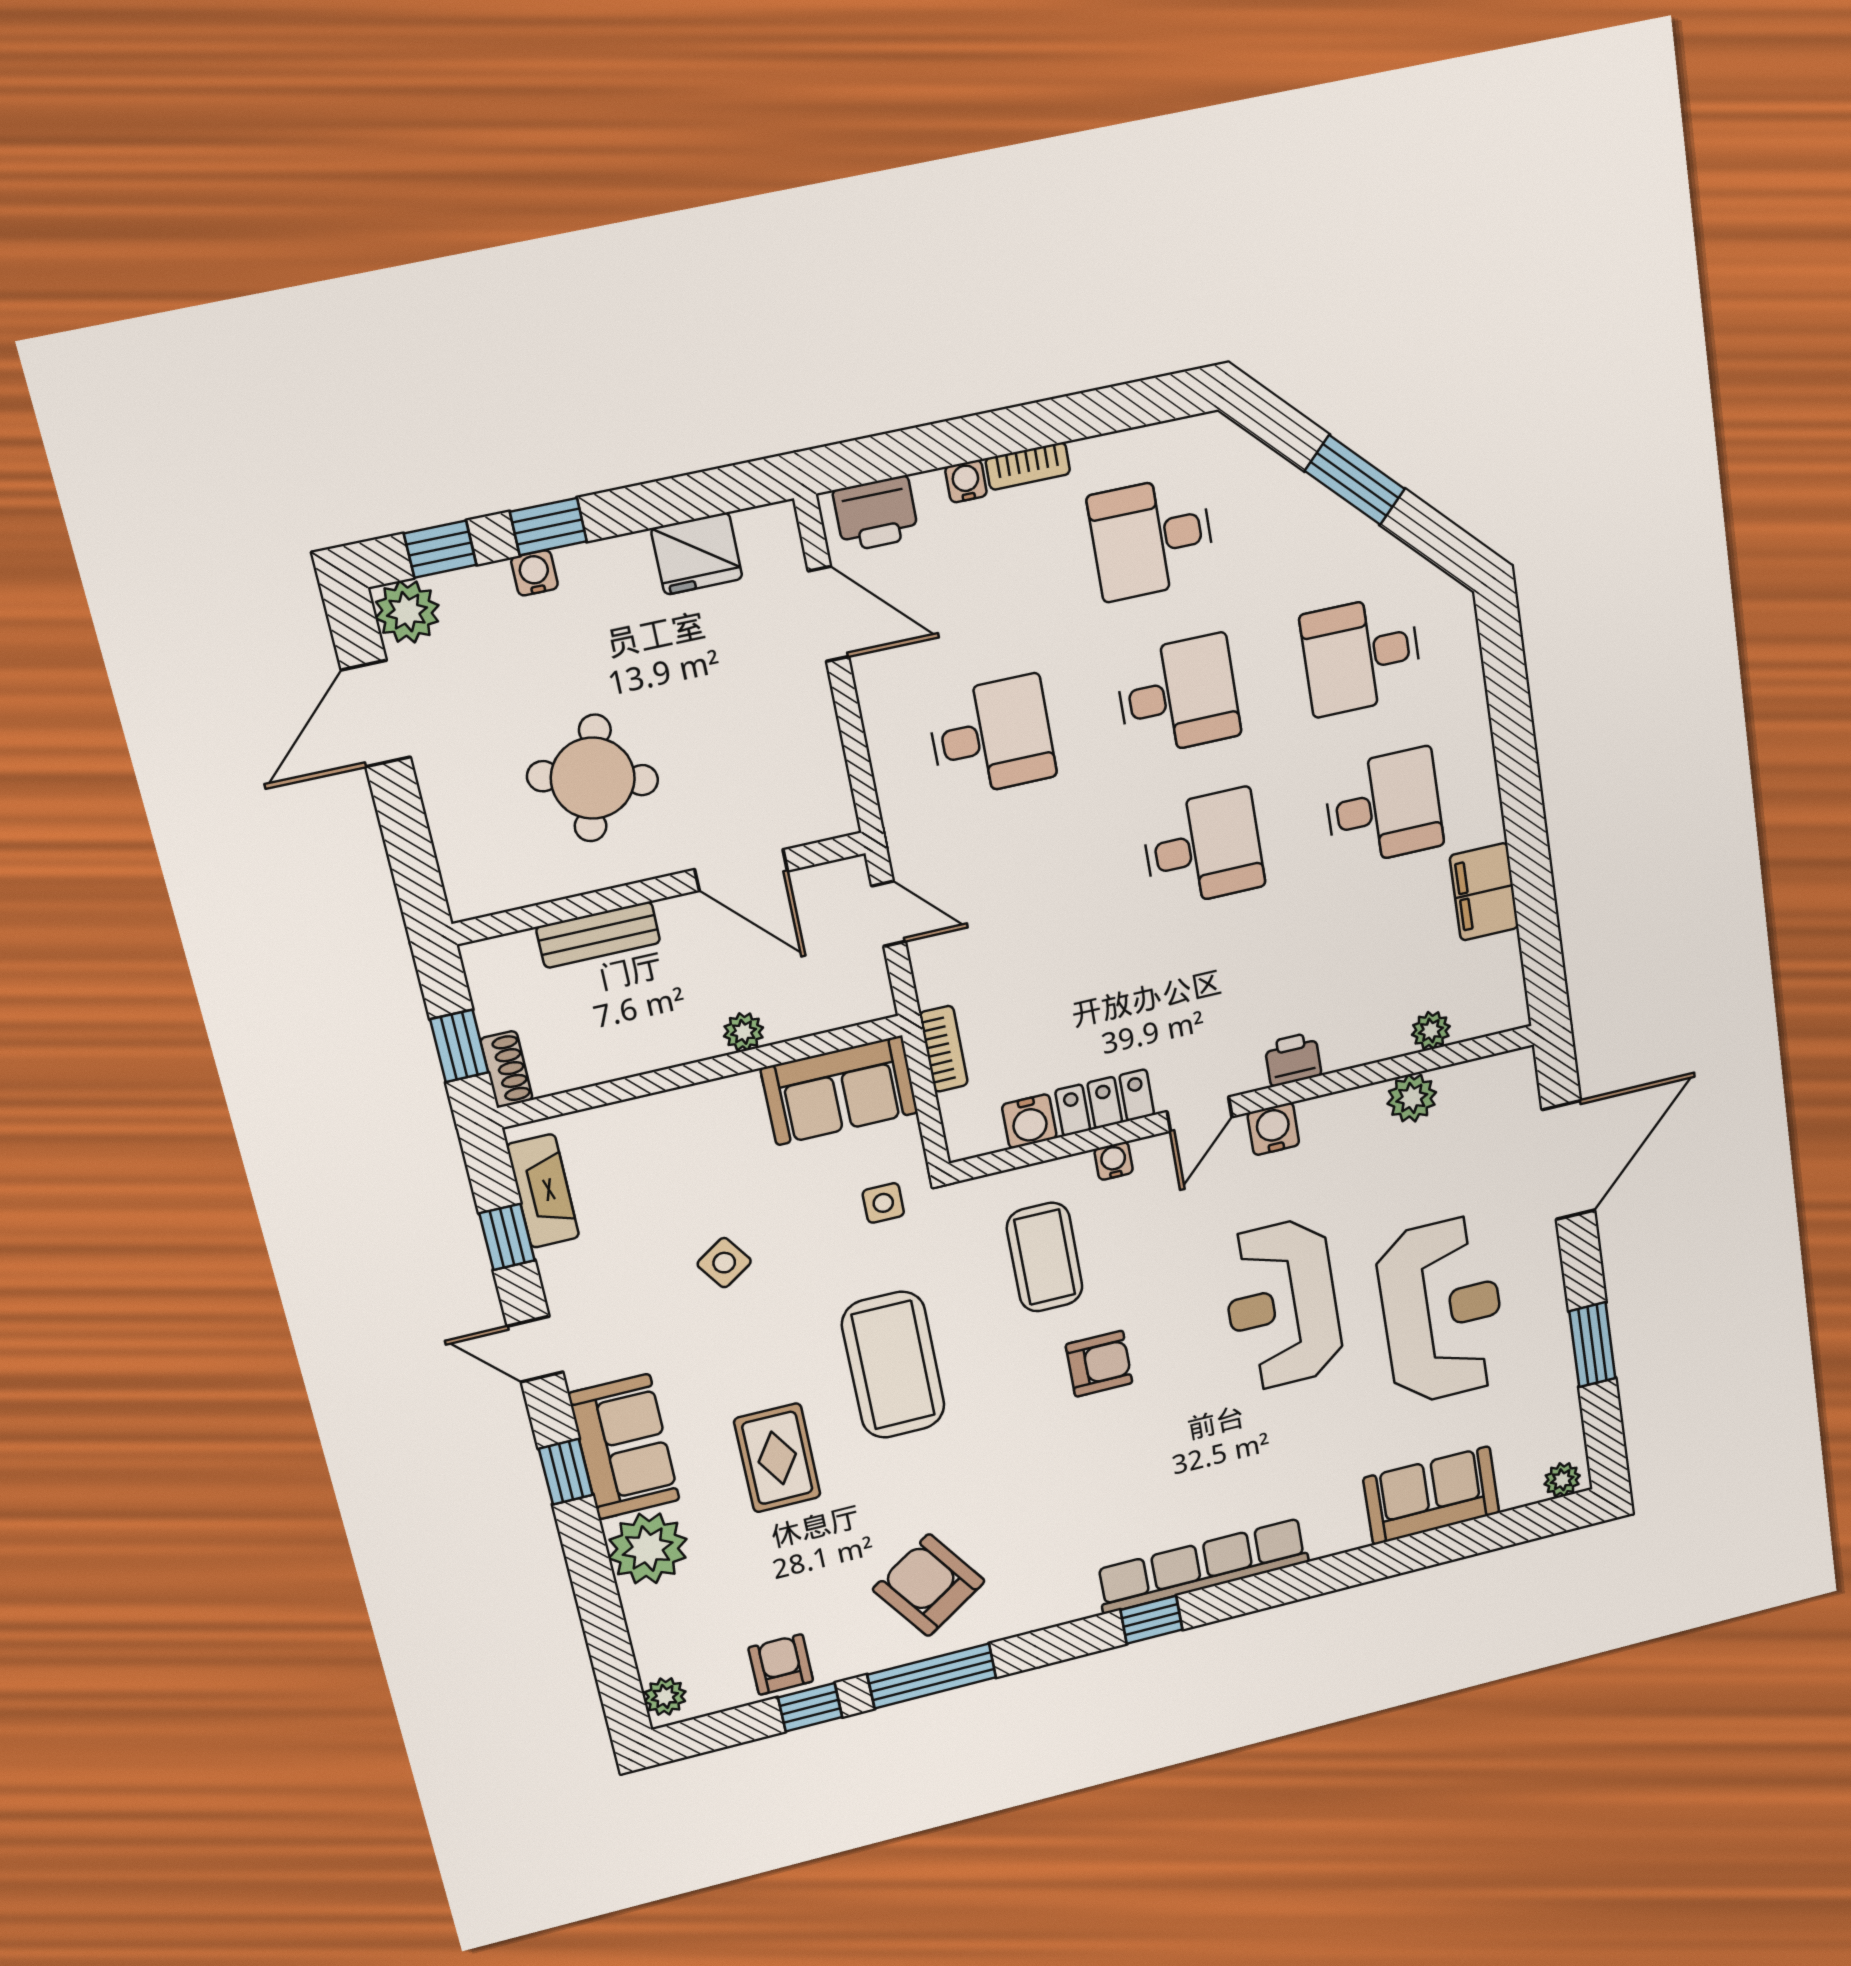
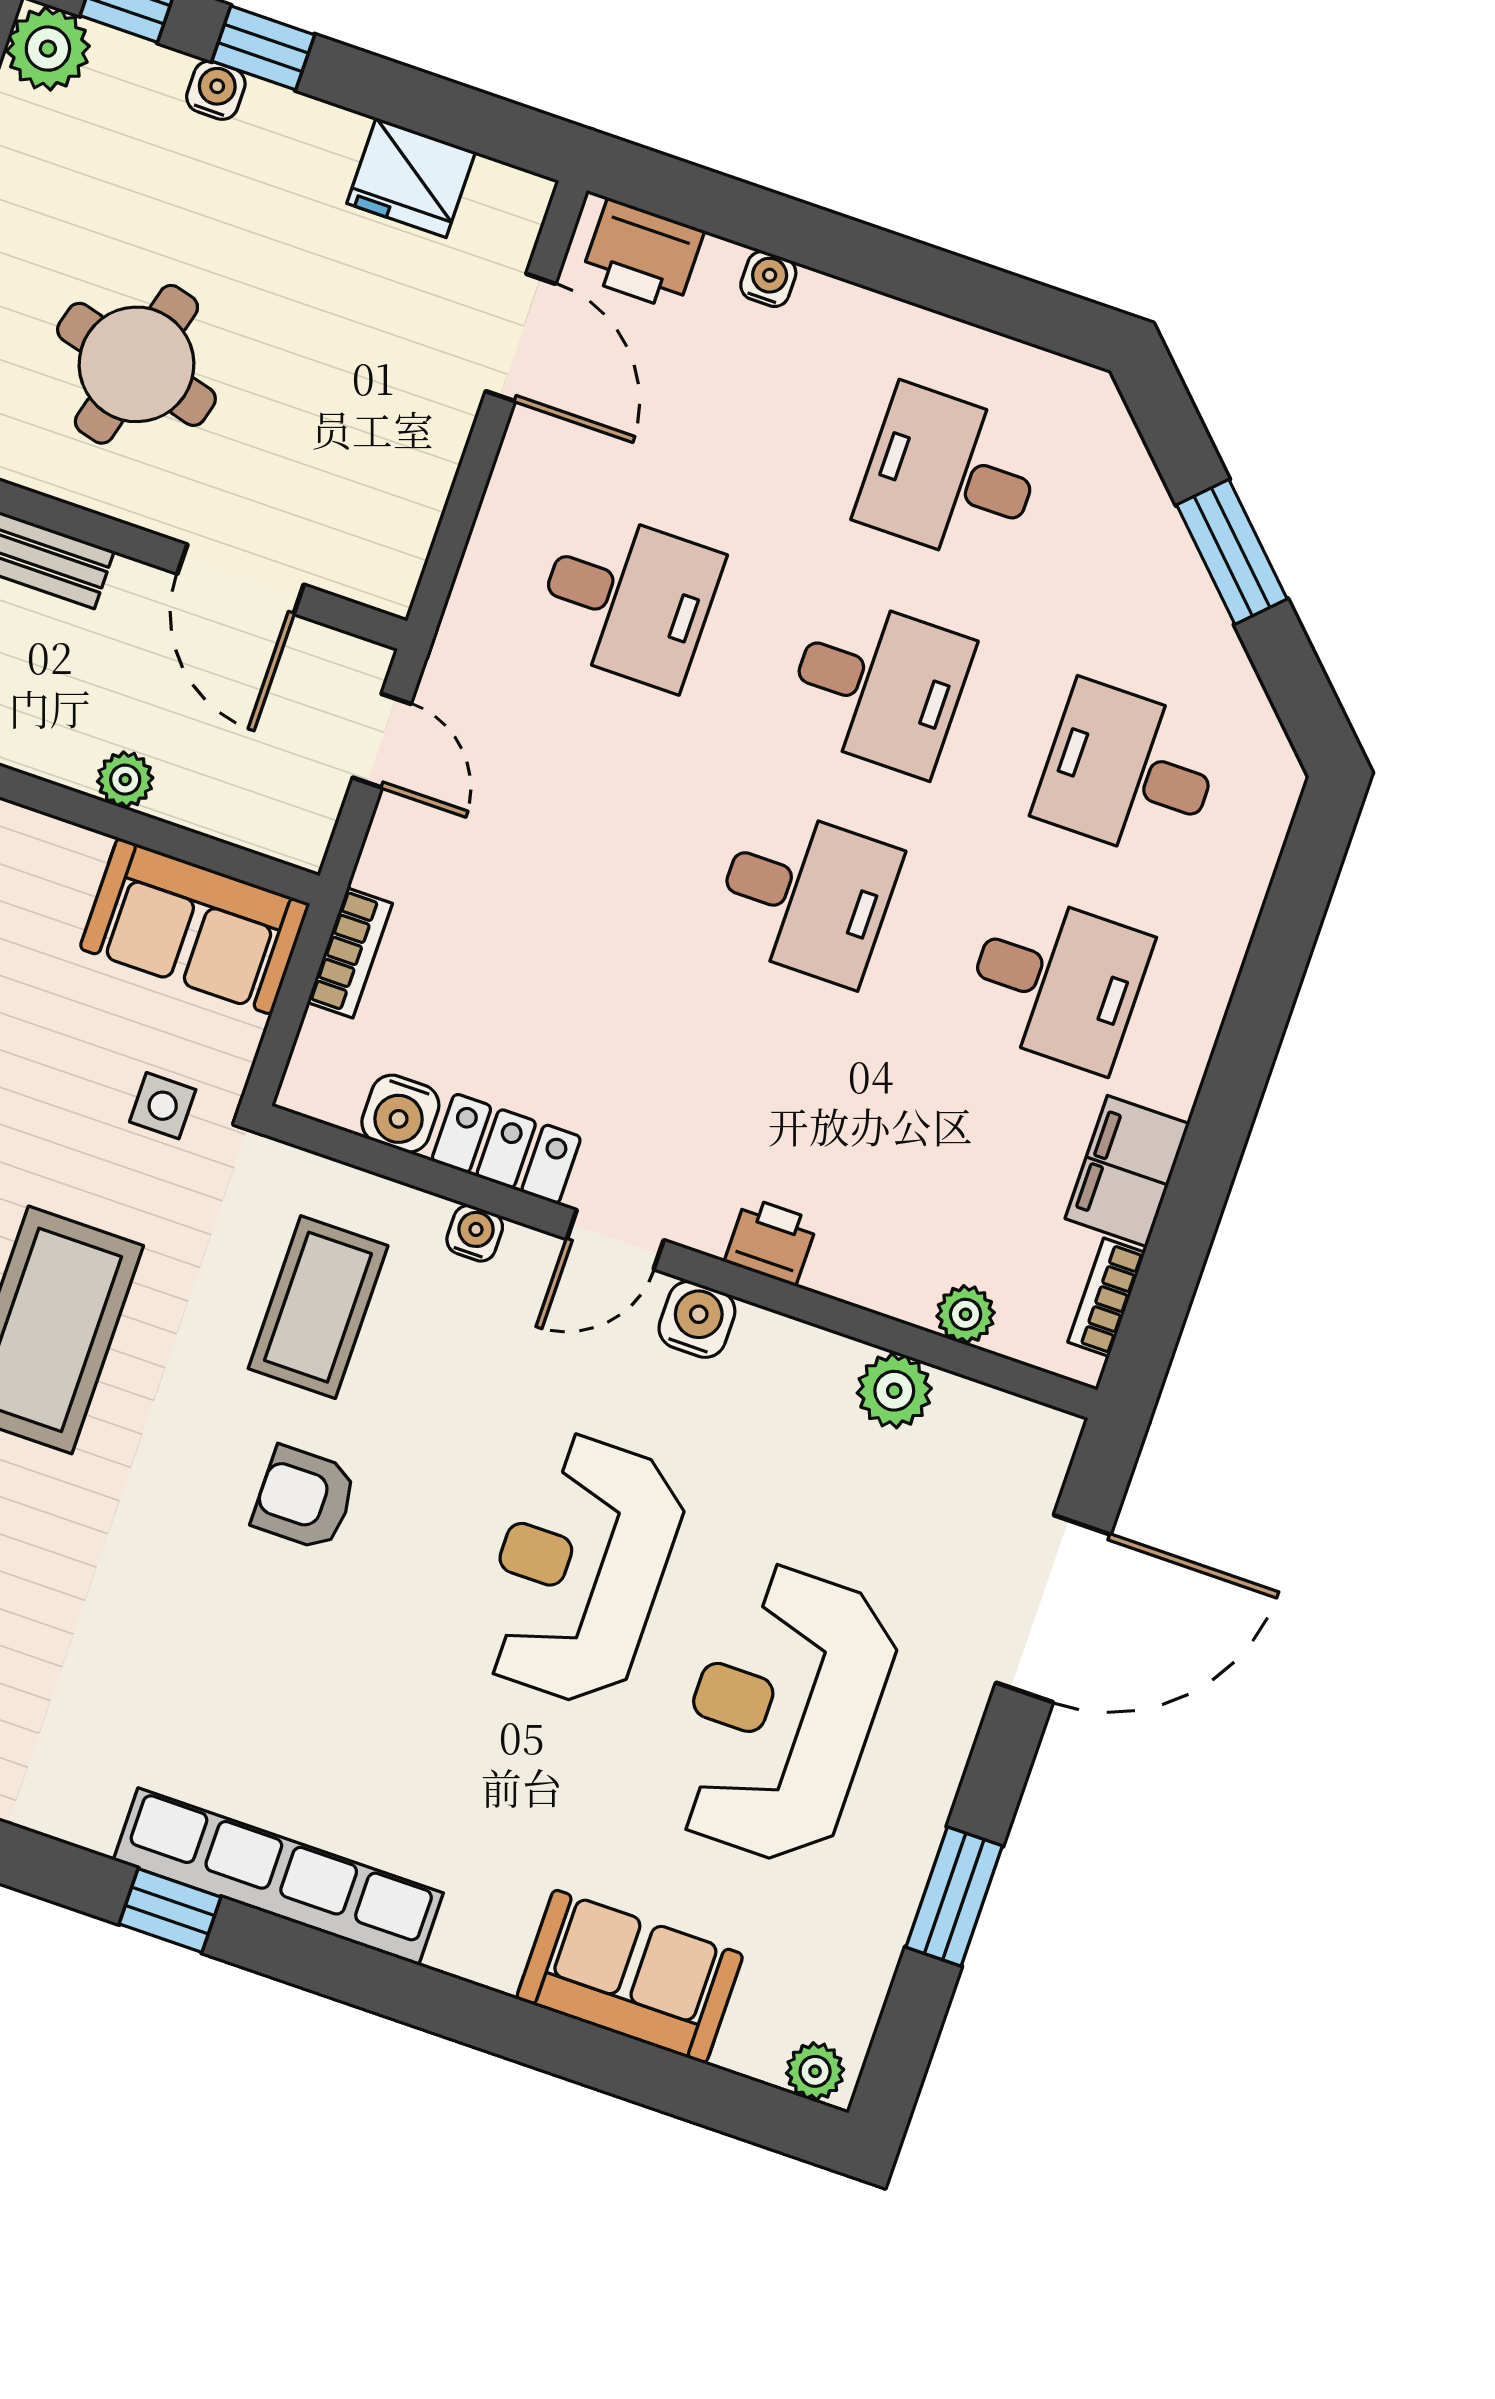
bookcase: (1028, 466) -> (1106, 1297), moved, turned 90
reception desk: (1442, 1310) -> (782, 1714), turned 180
armchair: (1099, 1364) -> (305, 1498), turned 180

